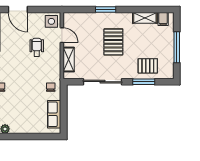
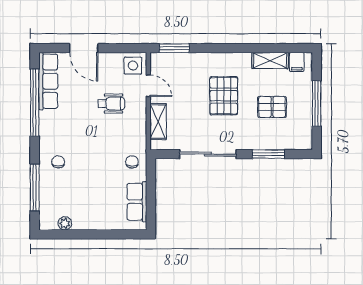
window: (106, 9) -> (174, 48), moved
wheelchair: (37, 47) -> (111, 104), turned 90
pallet: (148, 66) -> (272, 107), moved

